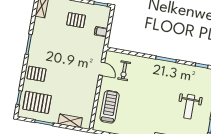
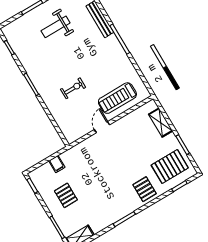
door: (102, 69) -> (102, 127), moved
exercise bike: (124, 71) -> (73, 88), moved
pallet: (37, 102) -> (170, 167), turned 90
weight bench: (189, 107) -> (56, 27), turned 180

